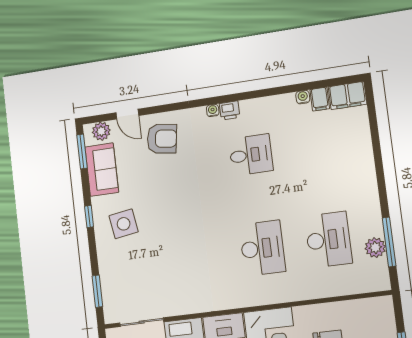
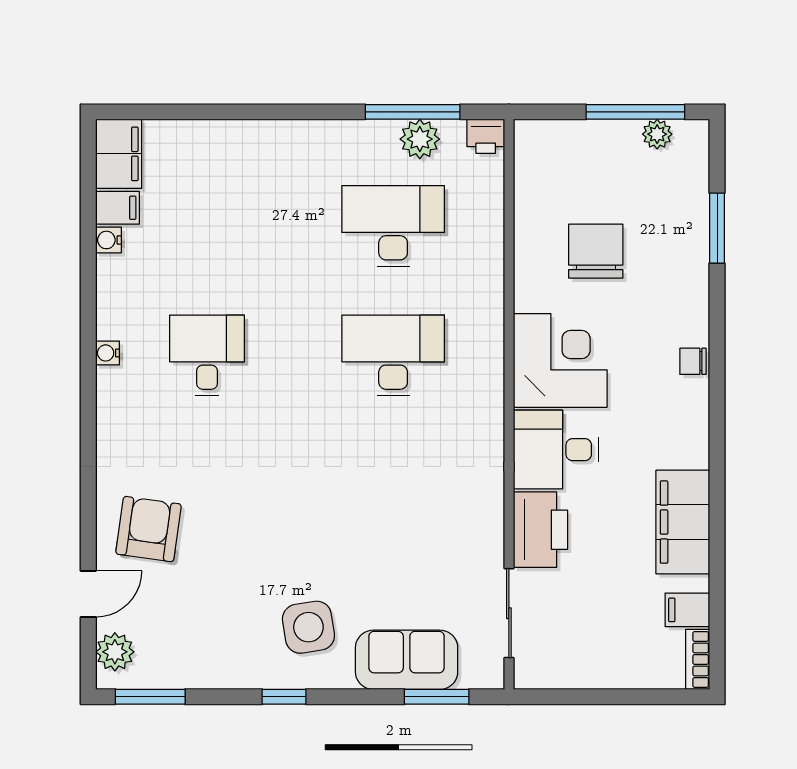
water cooler: (213, 110) -> (107, 353), moved
printer: (230, 110) -> (486, 136), moved, turned 90
sofa: (102, 170) -> (407, 660), moved

